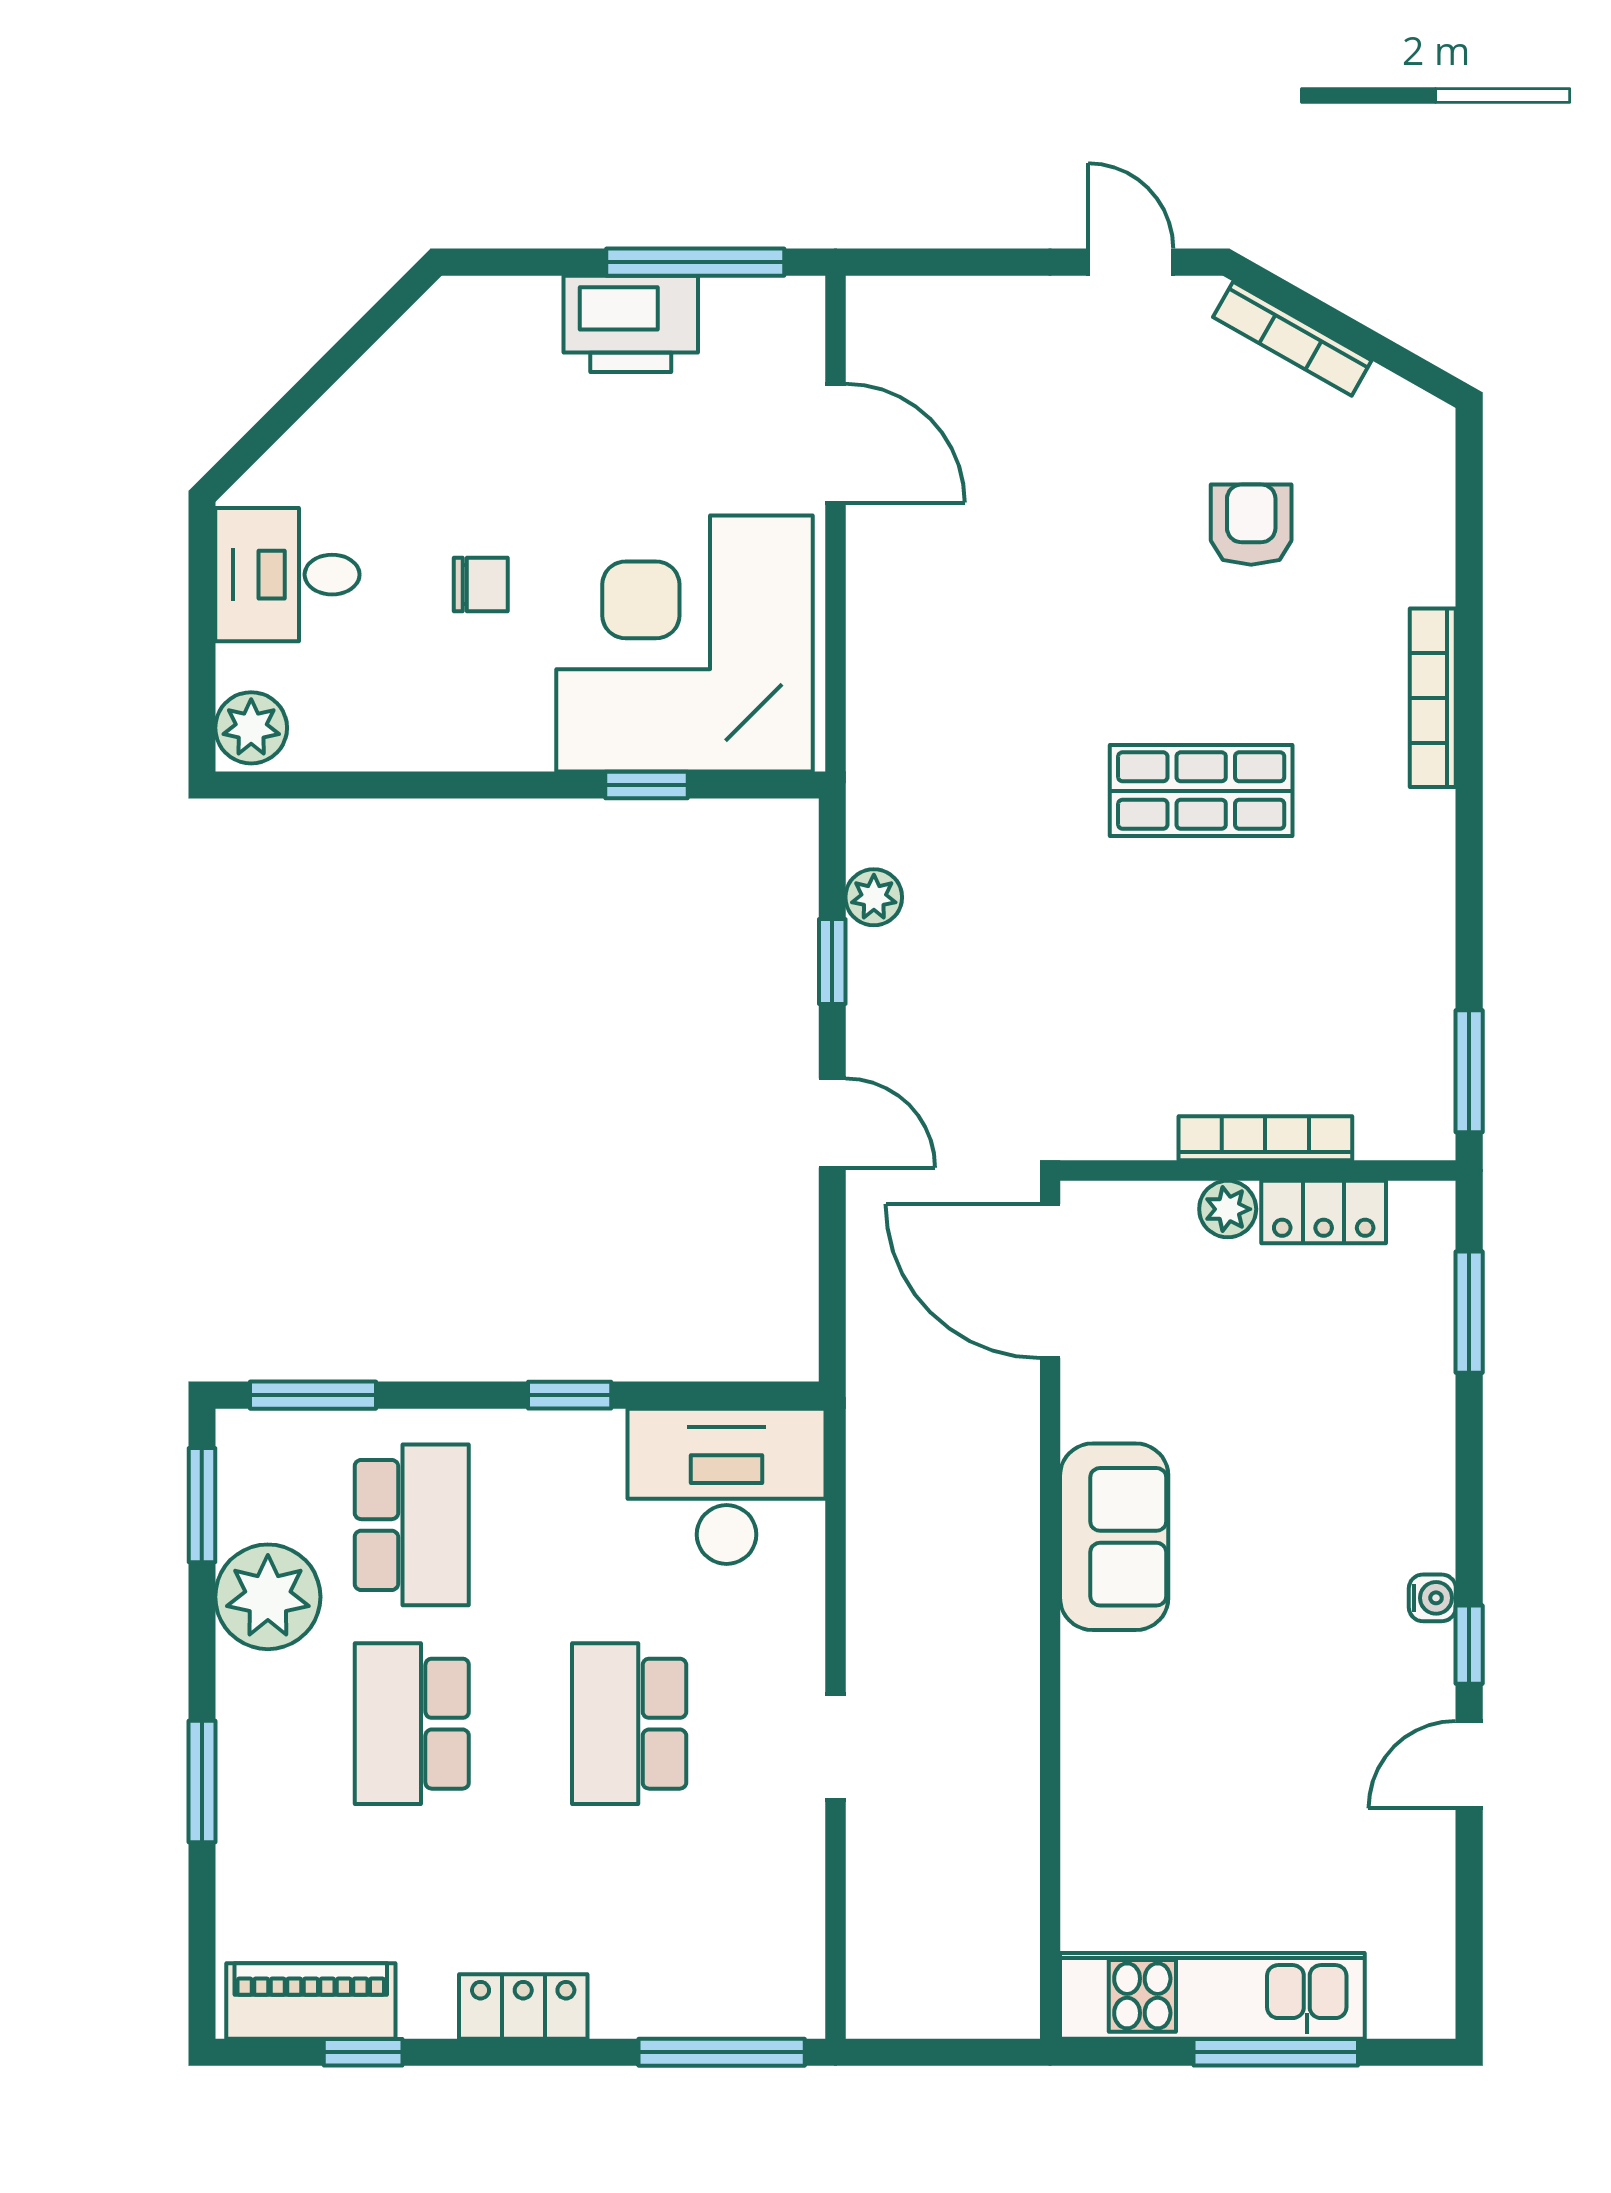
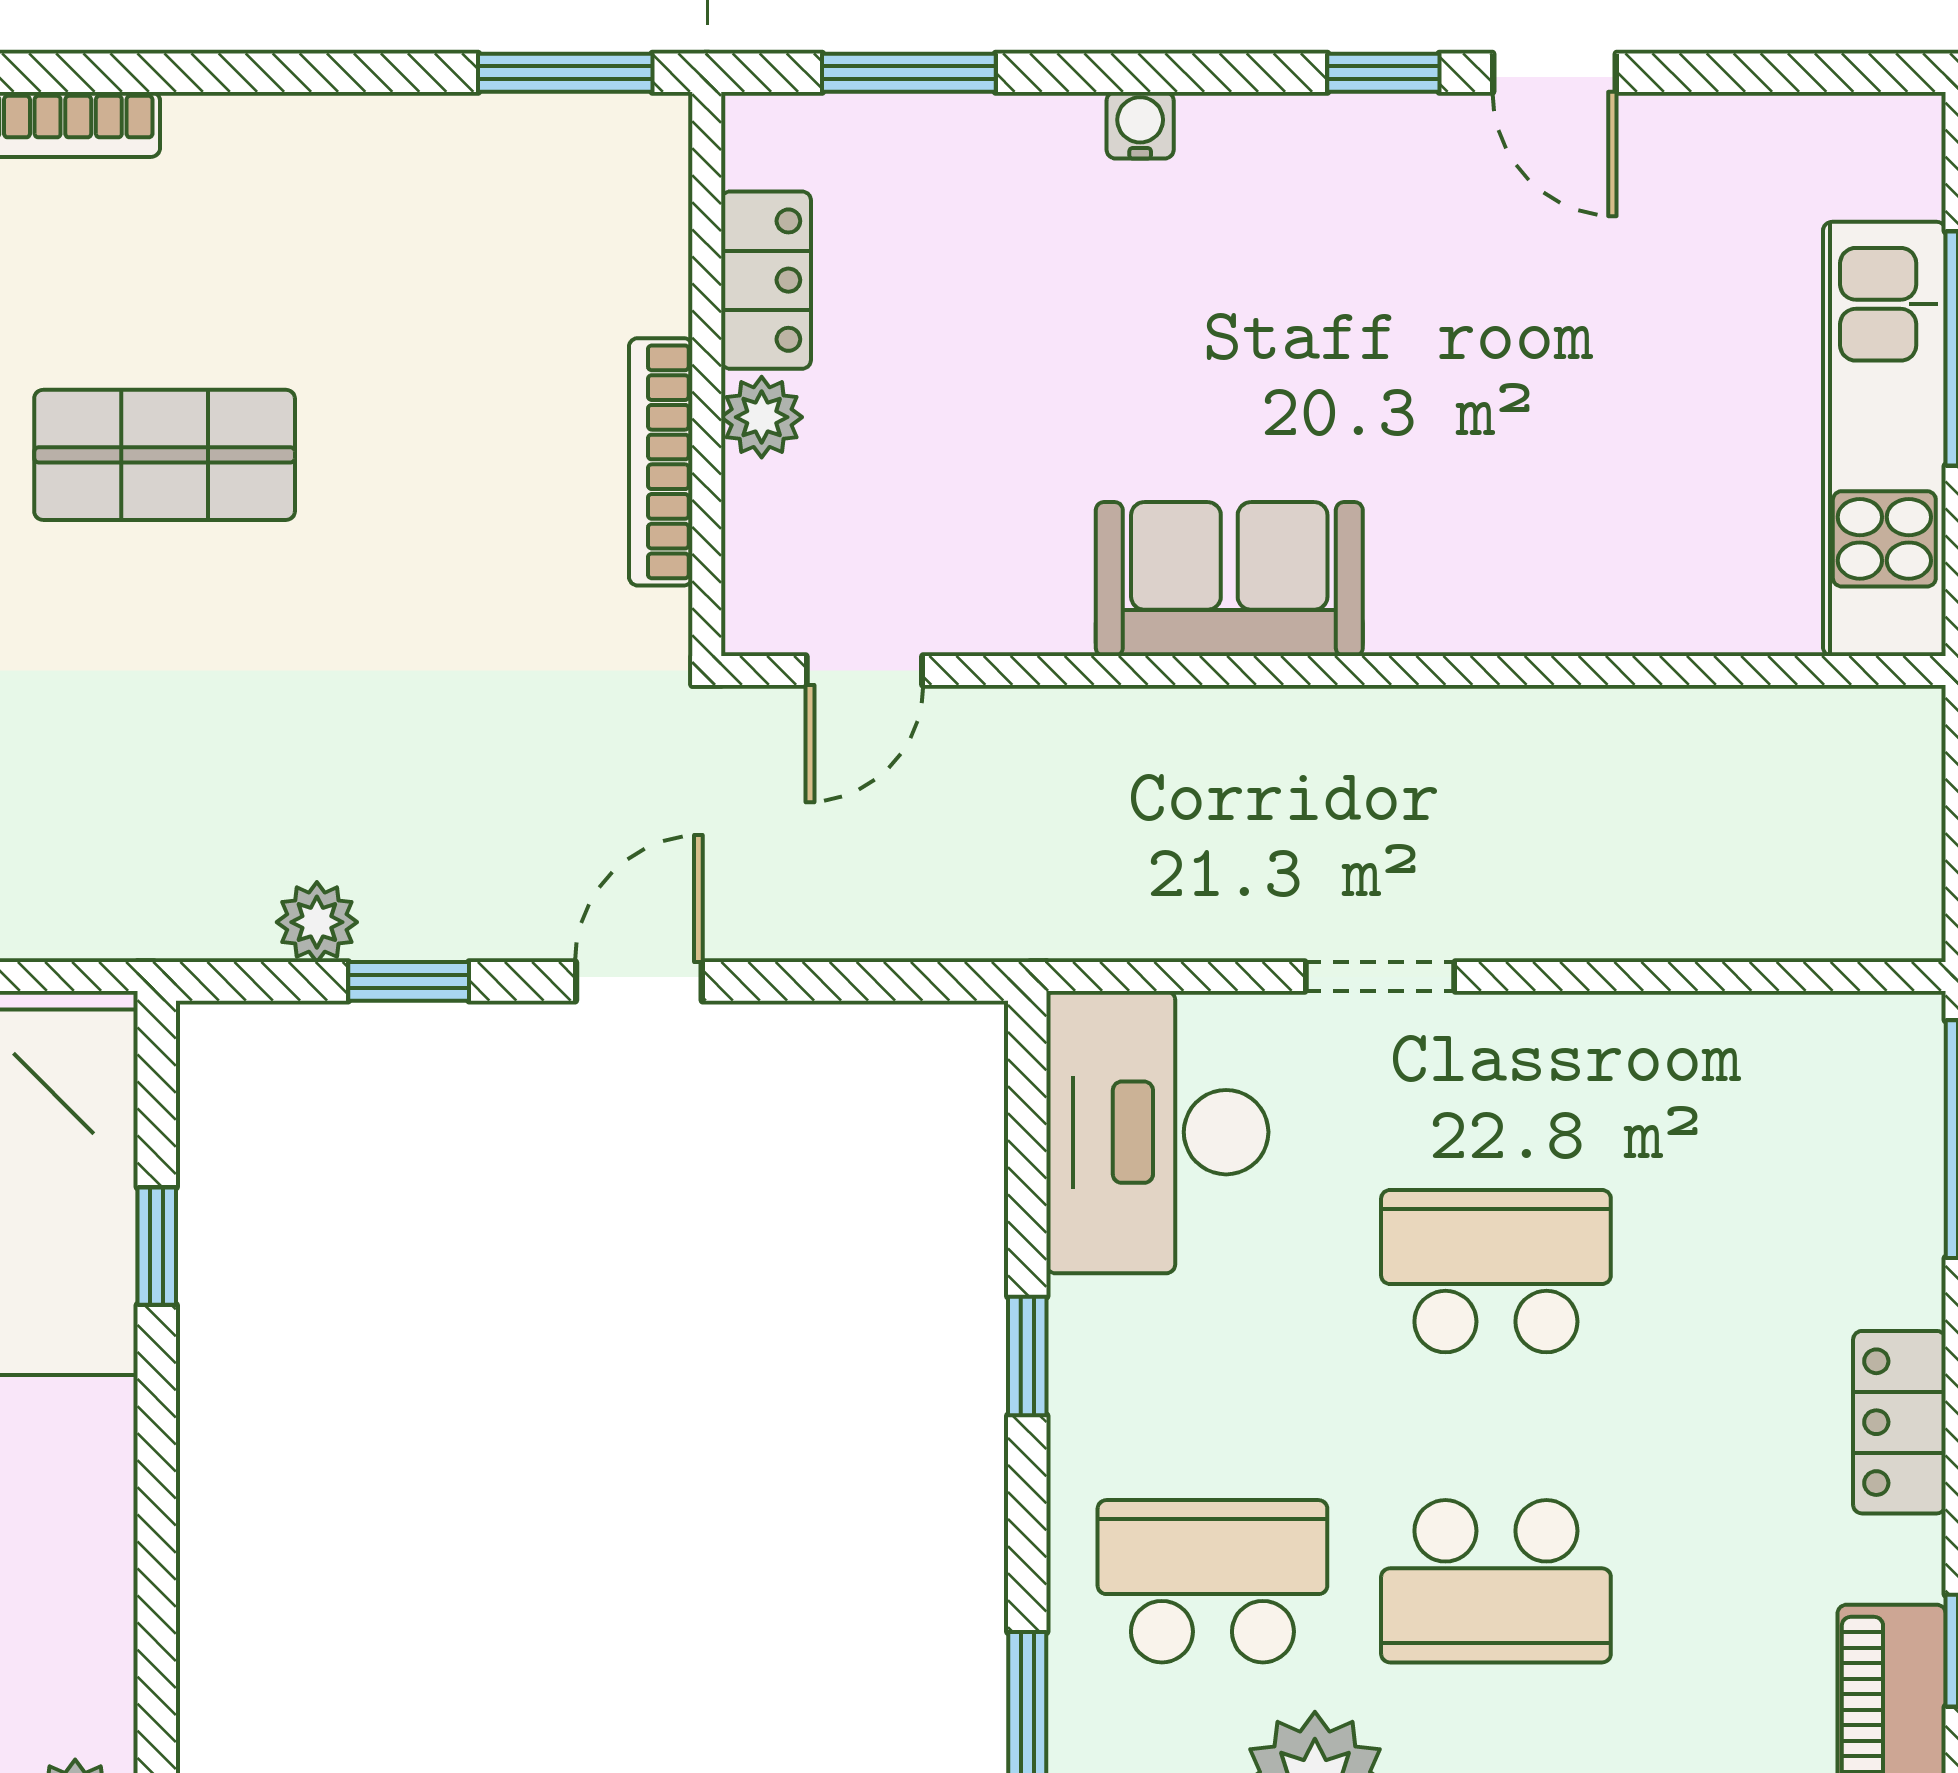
shop shelf: (1201, 791) -> (165, 455), turned 90
bookcase: (1265, 1138) -> (661, 462), moved
door: (1050, 1281) -> (864, 670), width x0.53
water cooler: (1432, 1598) -> (1140, 125), moved
school desk: (629, 1724) -> (1496, 1271), turned 180
doorway: (836, 1747) -> (1380, 977), moved

